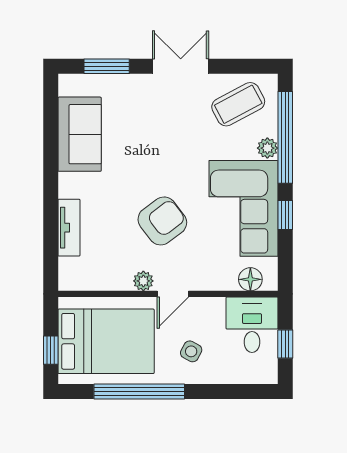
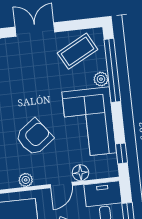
window: (285, 215) -> (122, 153), moved
floor lamp: (250, 279) -> (80, 173), moved
door: (173, 294) -> (61, 185), moved

